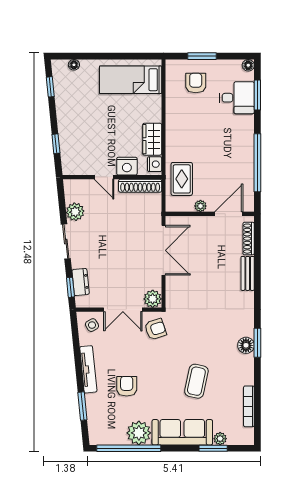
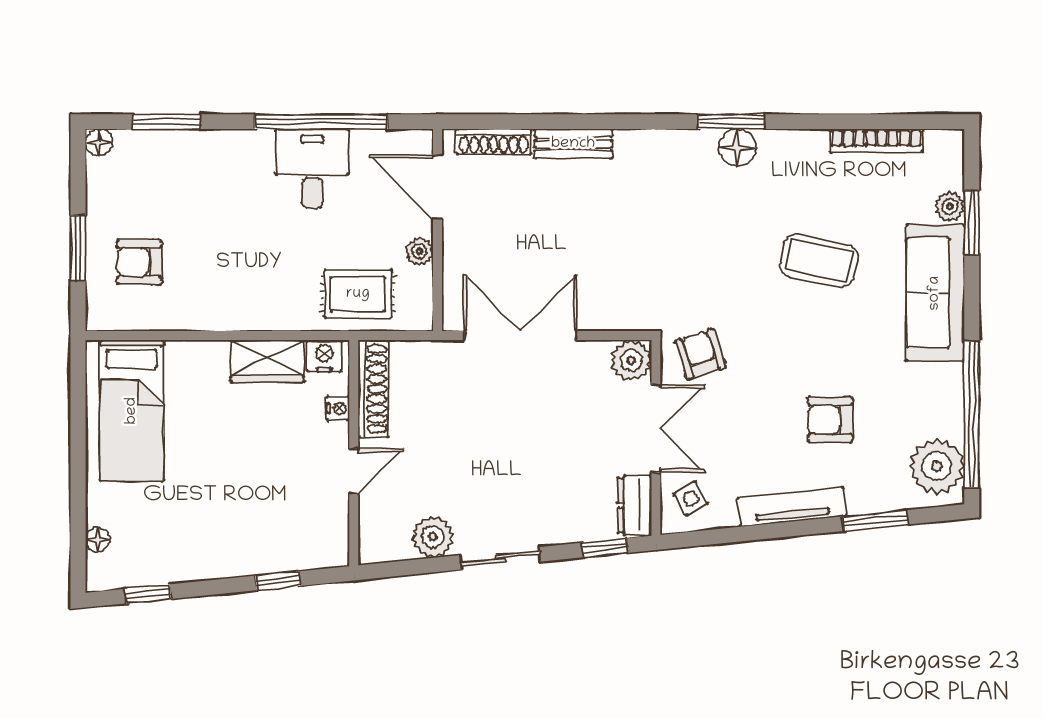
desk: (237, 98) -> (312, 168), moved
nightstand: (127, 166) -> (338, 408), width x0.53, depth x0.56
dresser: (81, 282) -> (635, 505), moved, turned -84
plant: (139, 433) -> (937, 466), moved

